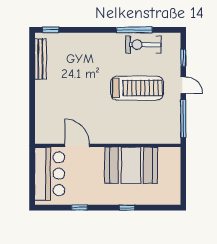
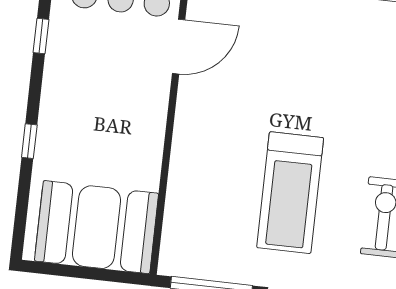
booth: (131, 165) -> (97, 227), moved, turned 90

